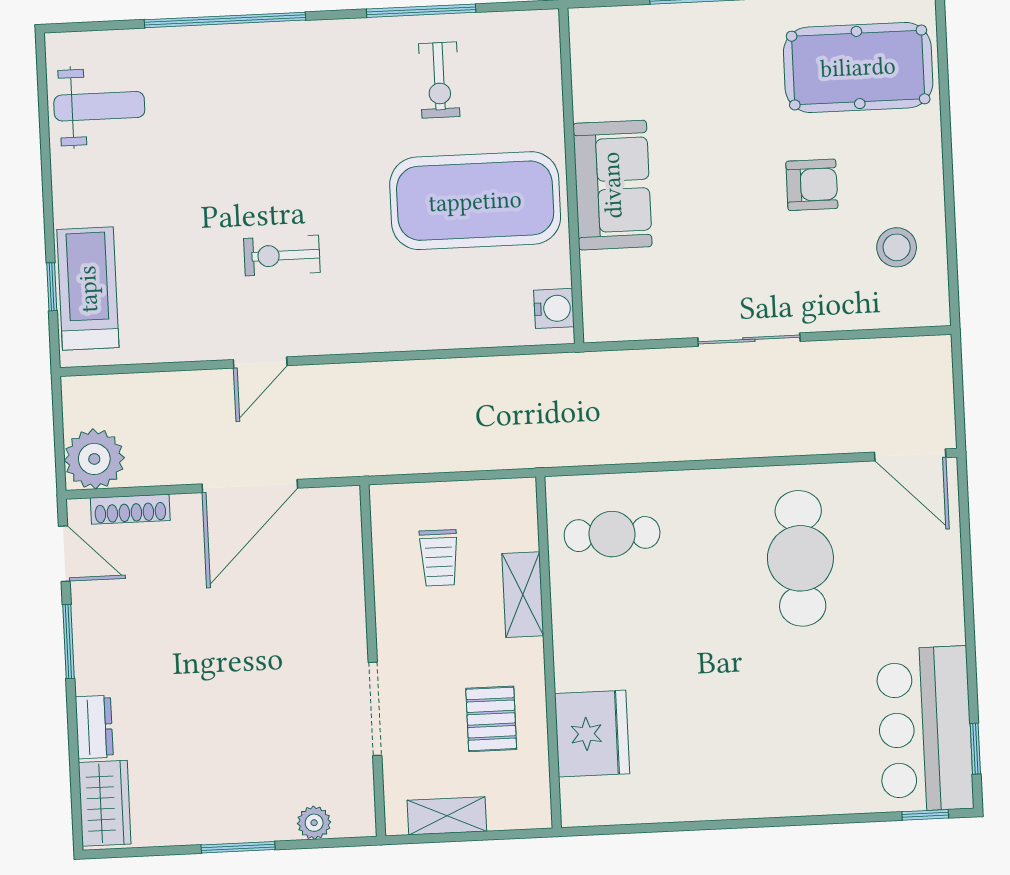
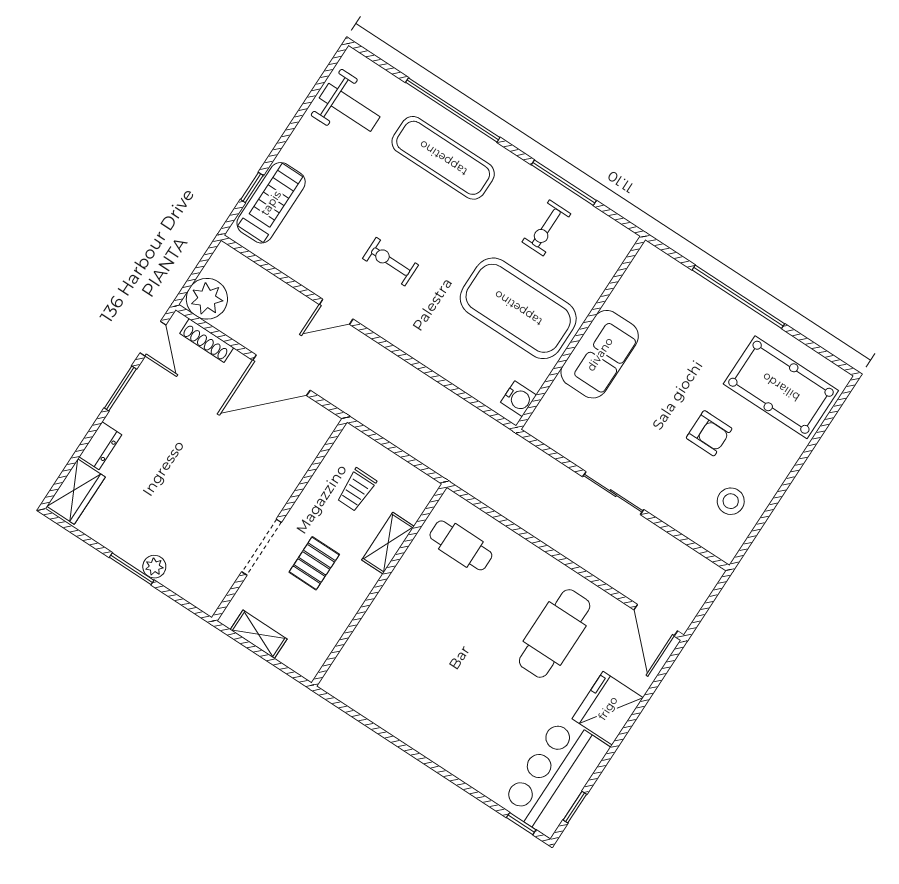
exercise mat: (255, 86) -> (443, 158), added
pallet: (491, 719) -> (314, 563), moved
fridge: (592, 734) -> (608, 708), moved, turned 180
plant: (314, 823) -> (154, 567), moved

